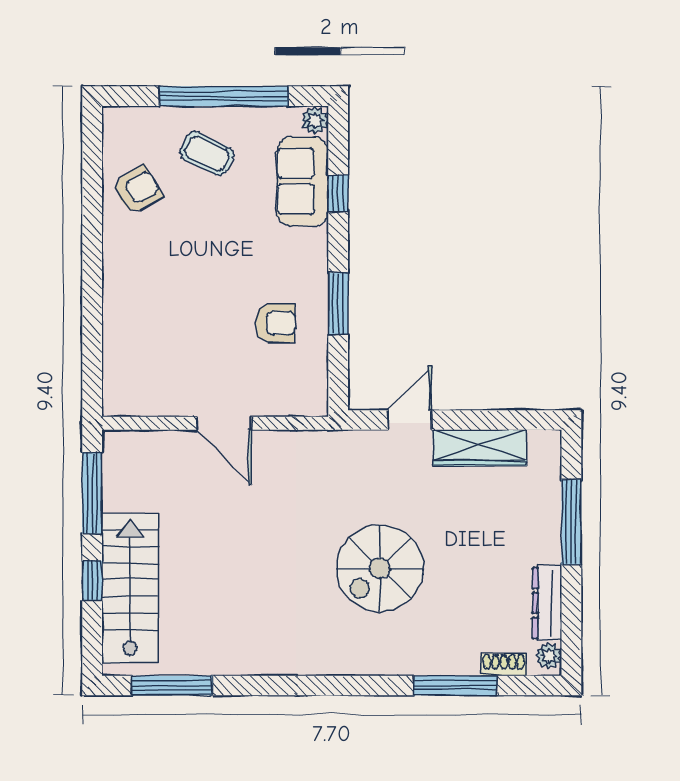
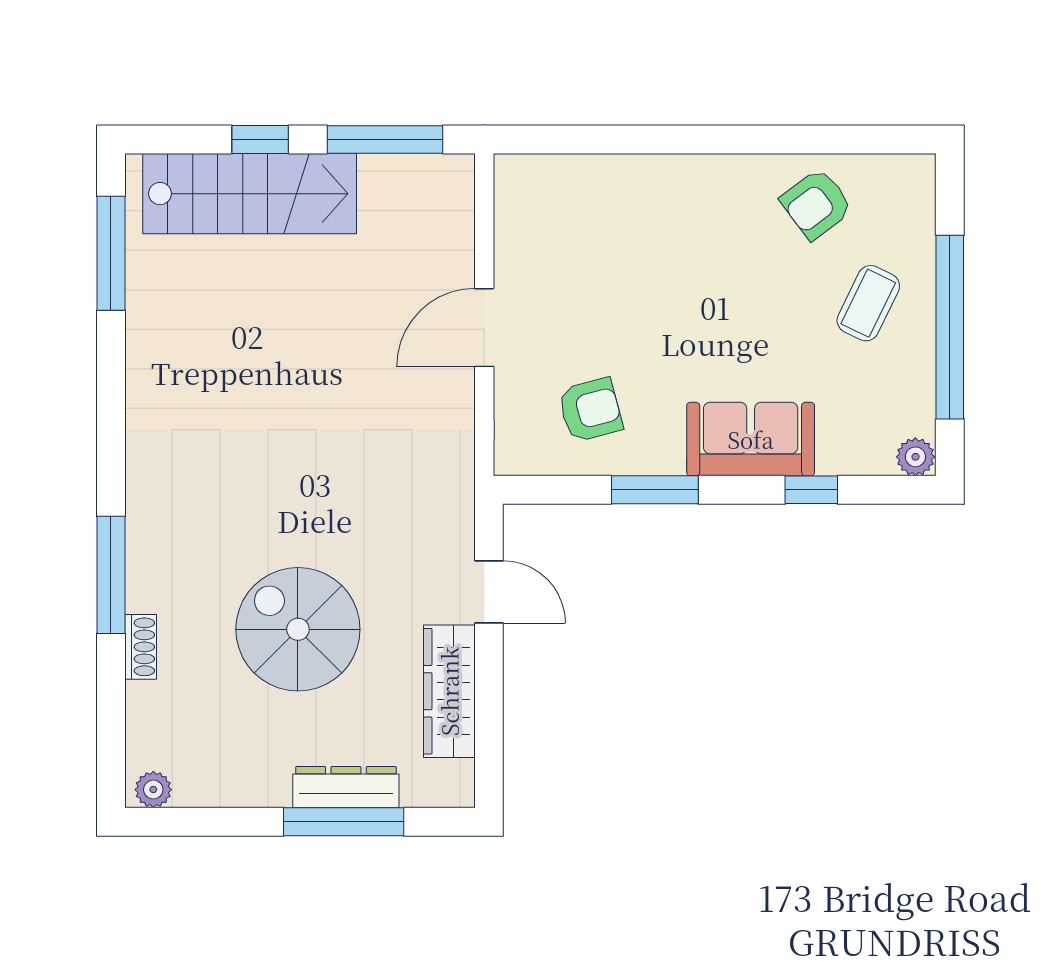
sofa: (303, 181) -> (751, 439), moved
armchair: (137, 190) -> (816, 204), turned 84
armchair: (275, 323) -> (590, 410), moved, turned -105
spiral stairs: (380, 568) -> (298, 629), moved
dresser: (547, 603) -> (346, 787), moved
shoe rack: (504, 665) -> (141, 647), moved
window: (455, 686) -> (111, 575), moved

